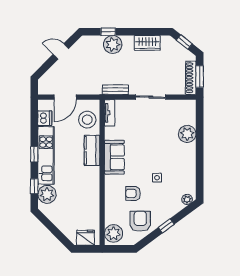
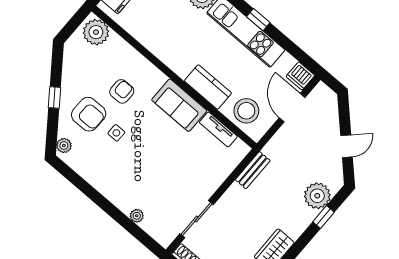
plant: (113, 45) -> (317, 196), moved
sliding door: (151, 97) -> (197, 219), moved
tv unit: (110, 113) -> (218, 129), moved
dishwasher: (45, 118) -> (300, 76), moved
plant: (187, 134) -> (137, 216), width x0.53, depth x0.53
armchair: (140, 221) -> (89, 114), moved

